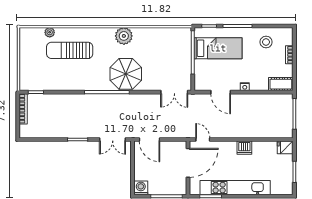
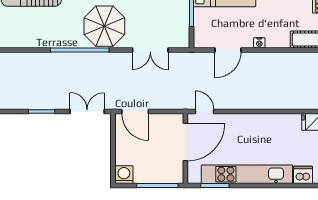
double door: (174, 92) -> (150, 50), moved
door: (221, 92) -> (228, 50), hinge flipped
double door: (113, 139) -> (87, 112), swing flipped
dishwasher: (244, 148) -> (303, 175), moved, turned 180

